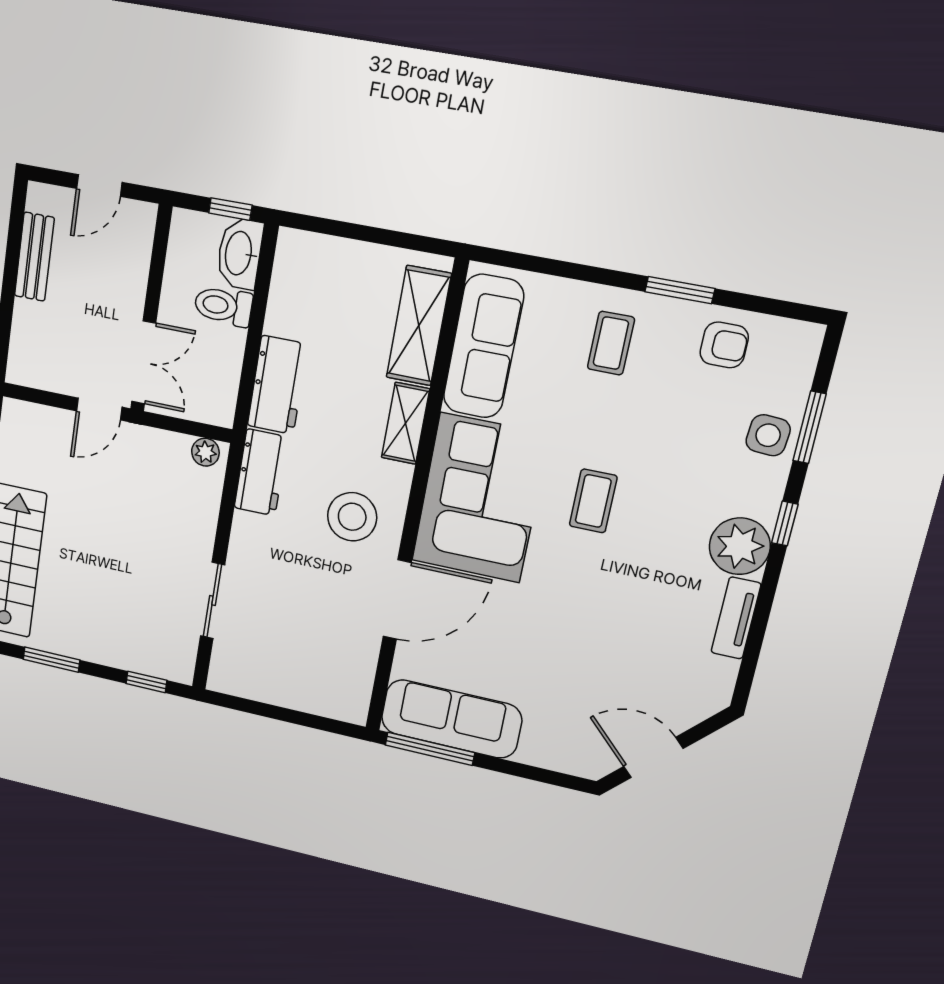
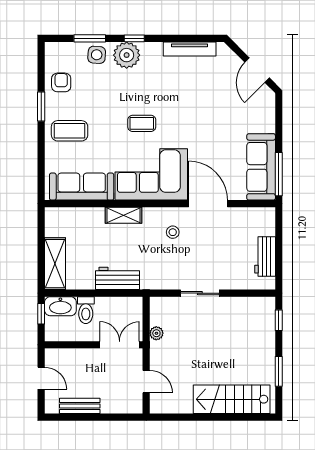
shelving: (419, 326) -> (55, 264), moved, turned 90
coffee table: (611, 343) -> (70, 131), width x1.36, depth x1.30
door: (99, 409) -> (146, 382), moved
plant: (205, 452) -> (156, 333), moved
workbench: (261, 472) -> (265, 256), moved, turned -90
stool: (352, 517) -> (173, 232), width x0.53, depth x0.53
plant: (740, 546) -> (127, 55), moved
sliding door: (213, 601) -> (200, 293), moved
tv unit: (736, 618) -> (190, 49), width x1.41

